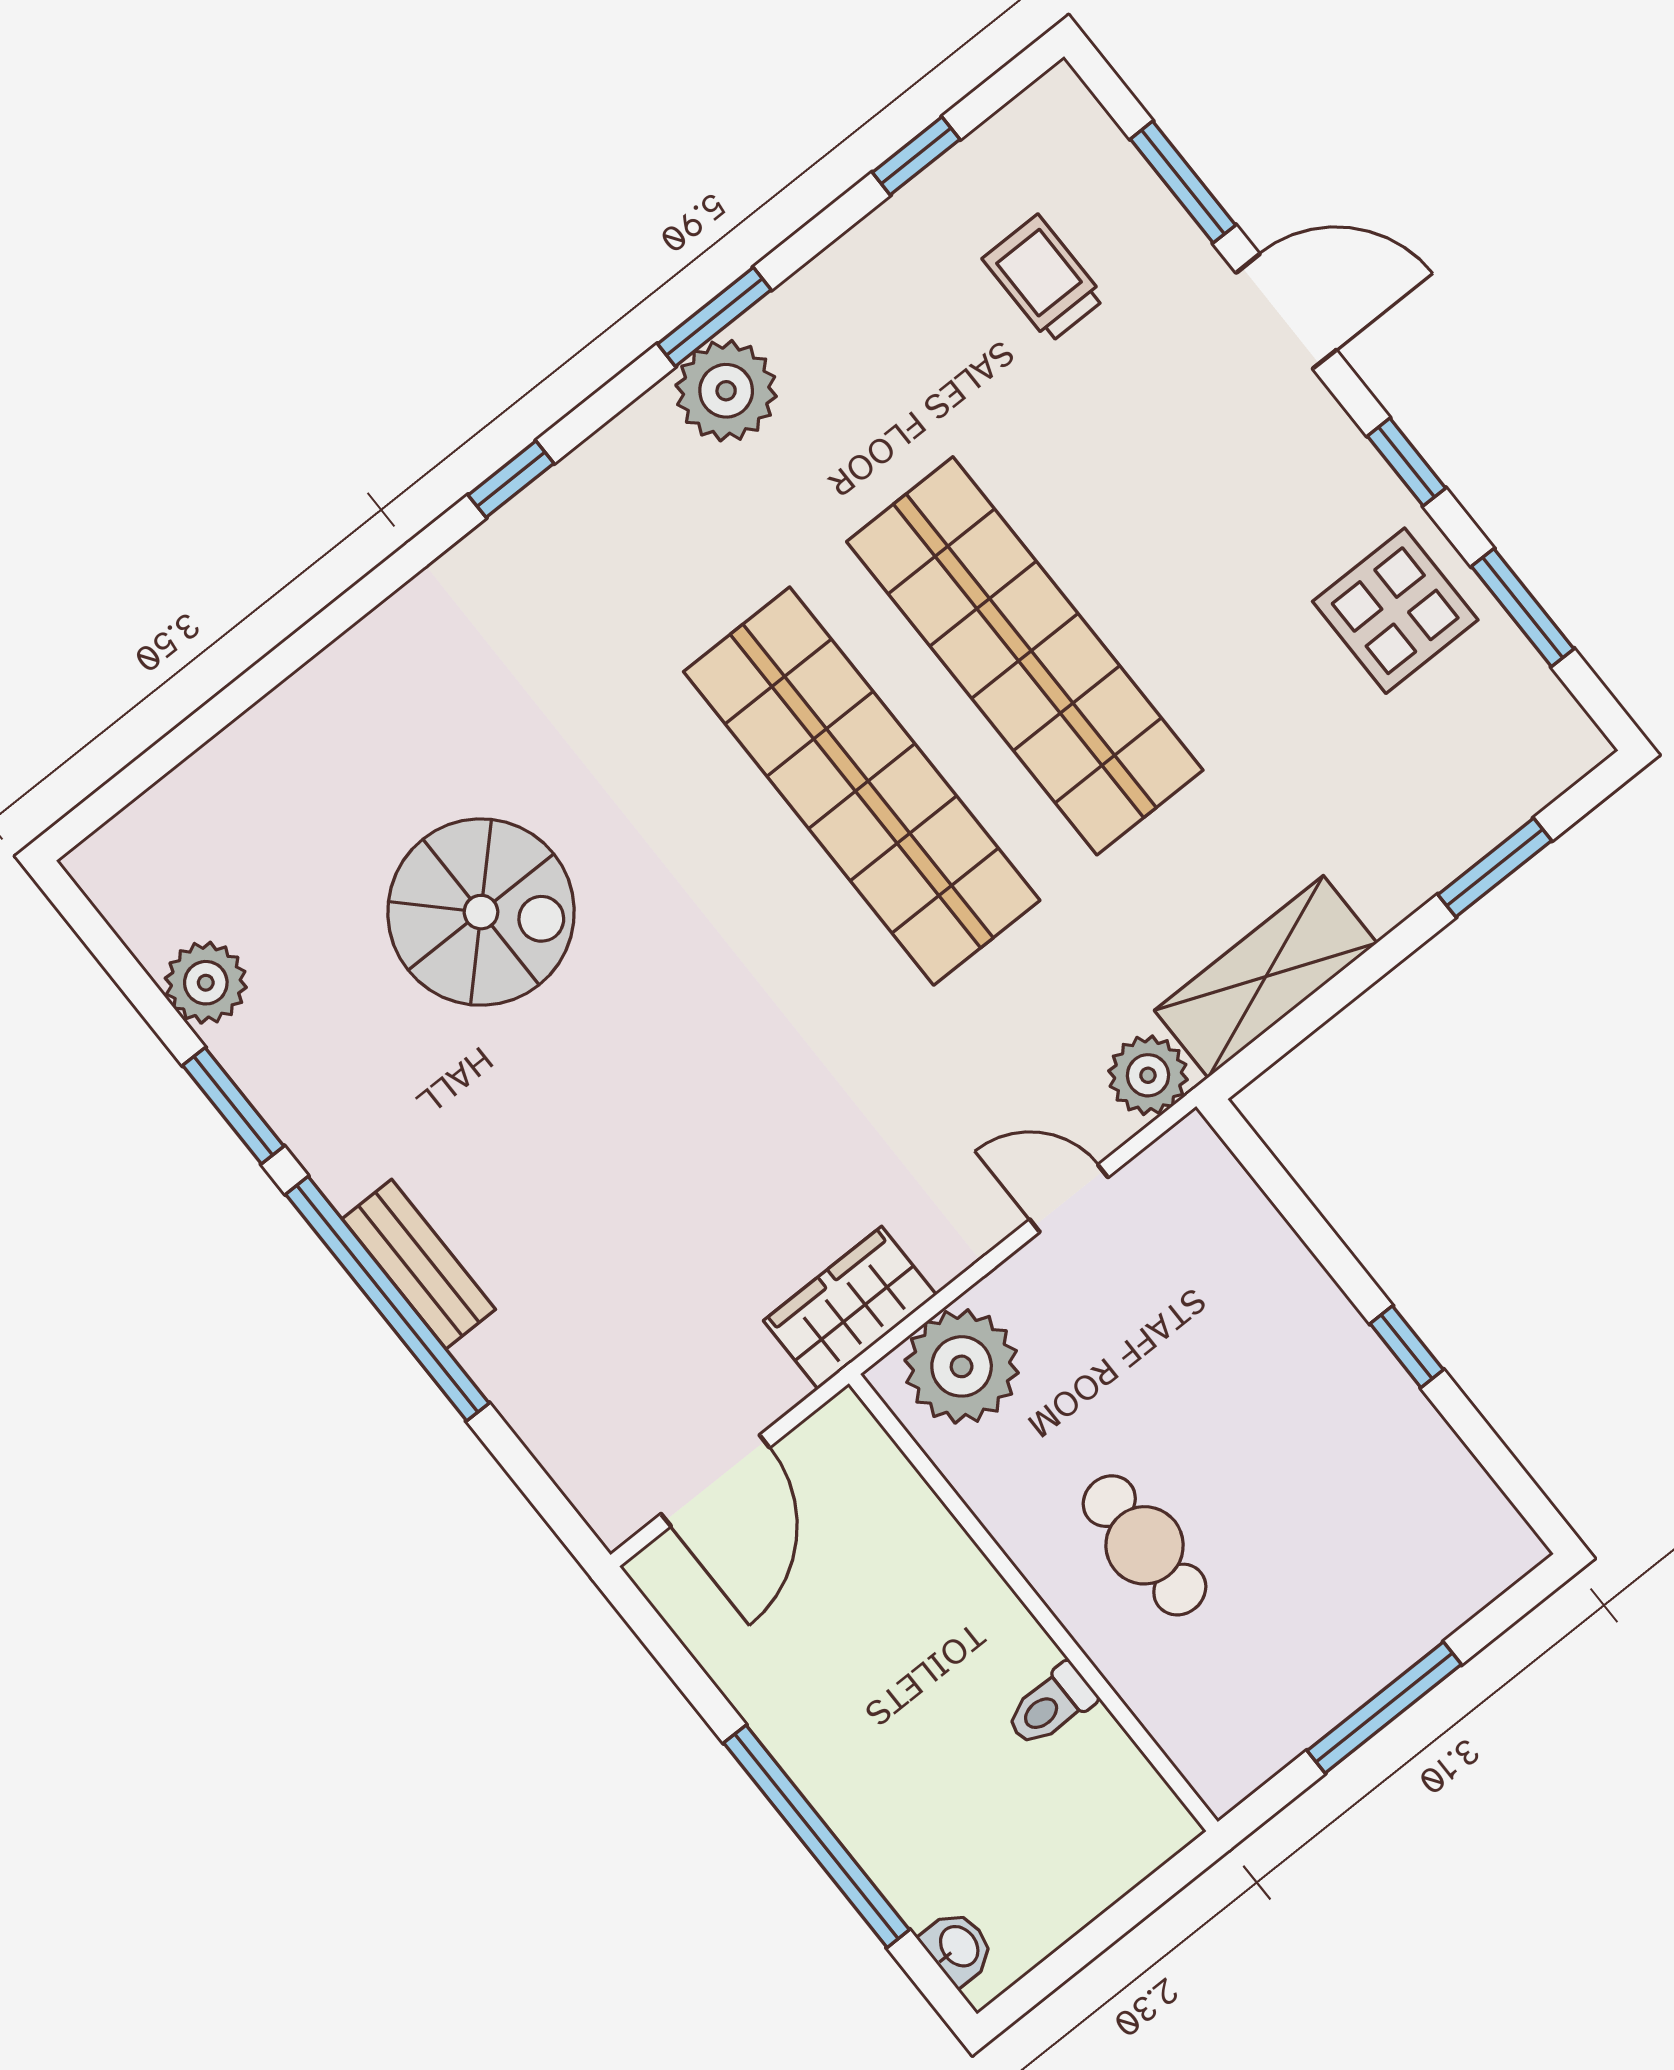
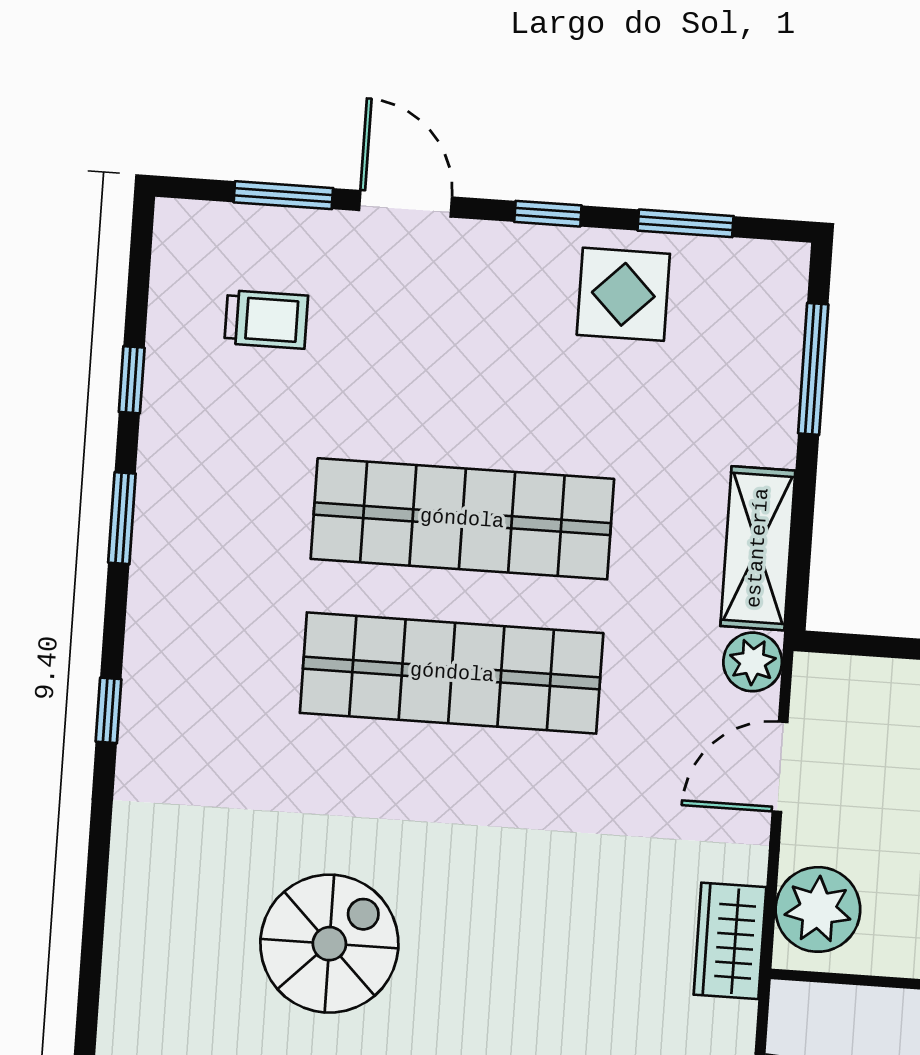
window: (916, 156) -> (132, 380), moved
trolley: (1044, 279) -> (266, 319), turned 180
door: (1286, 311) -> (405, 204), hinge flipped
plant: (726, 391) -> (168, 549), removed
window: (1495, 868) -> (813, 369), width x1.44
door: (1069, 1198) -> (780, 767), width x1.38

